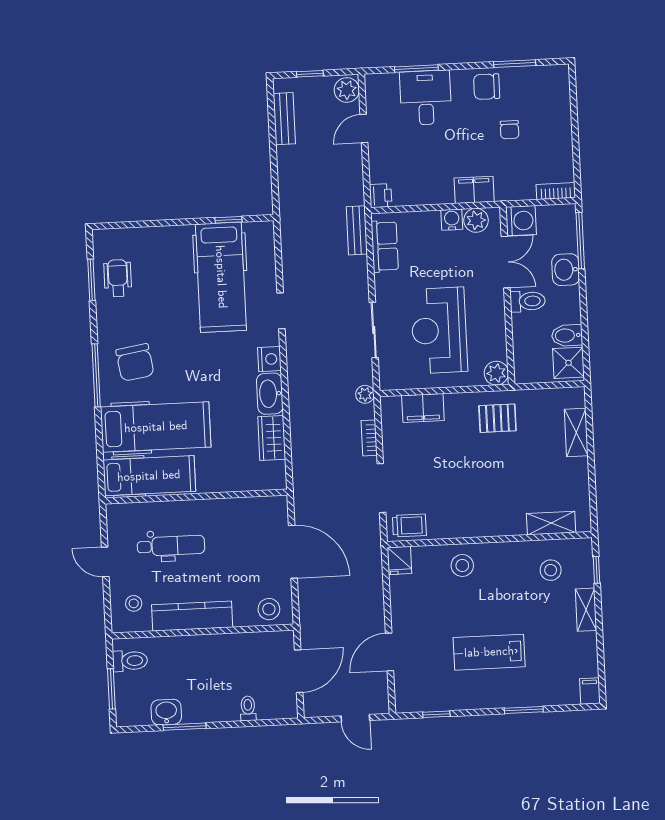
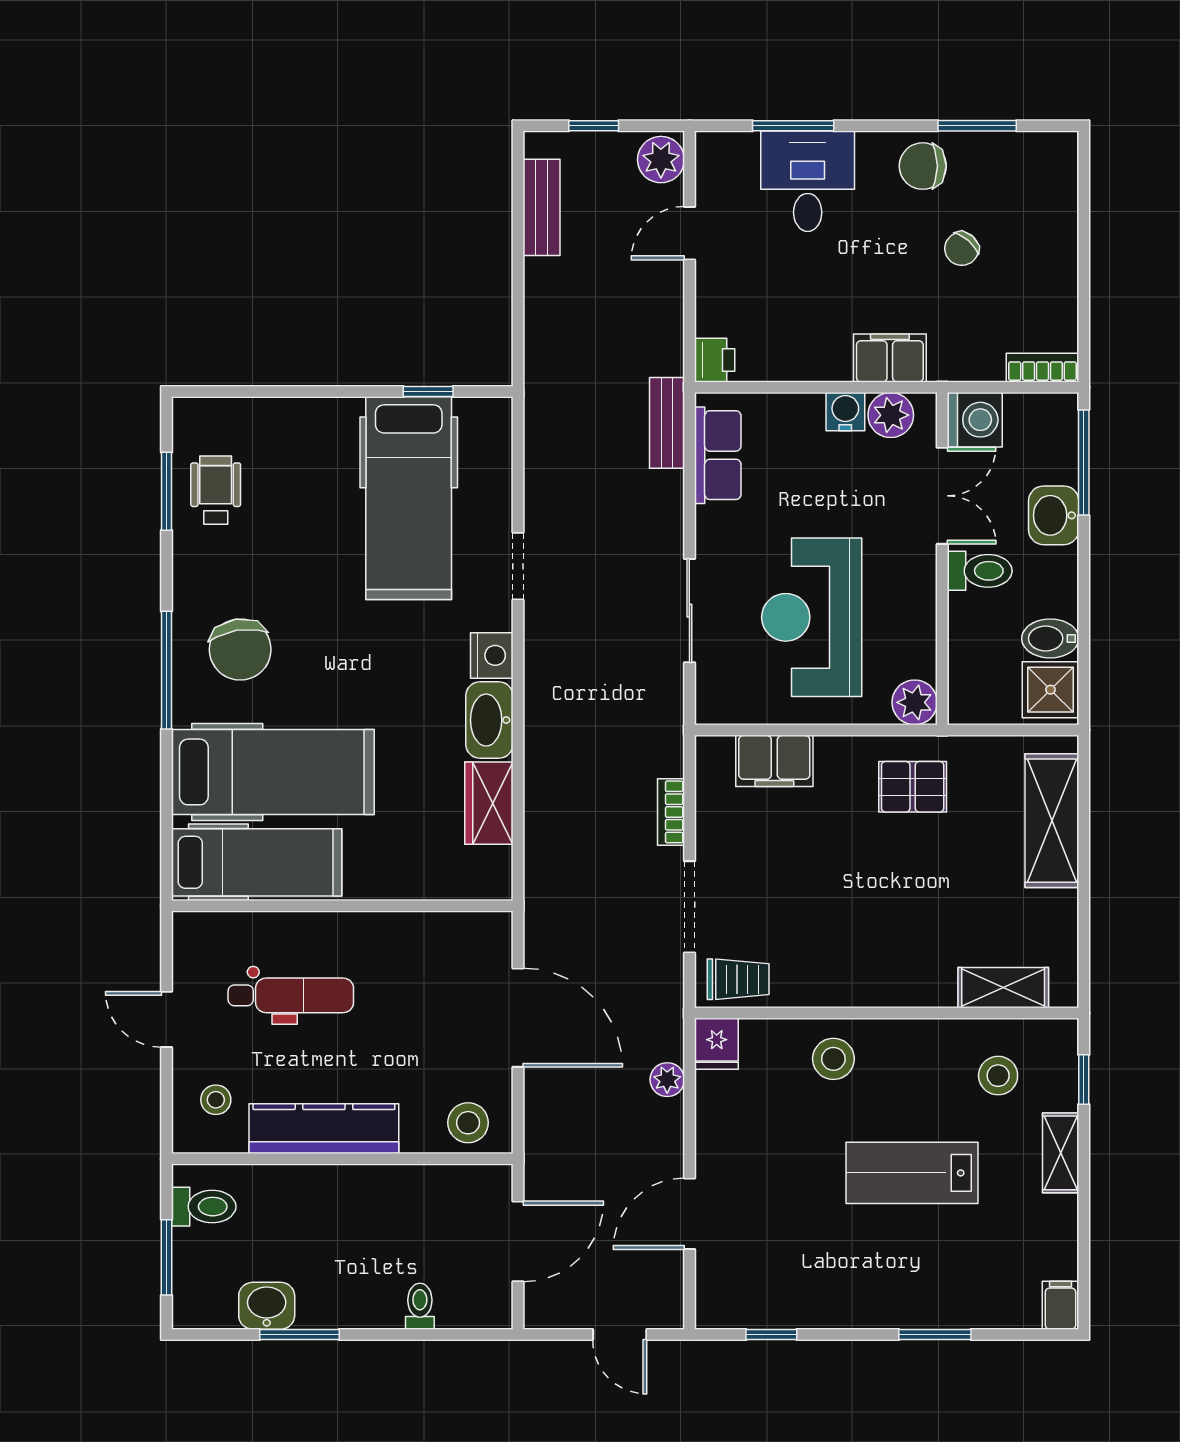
chair: (510, 130) -> (962, 249), turned 41
plant: (365, 394) -> (667, 1080), moved
shelving: (576, 432) -> (1052, 821), width x1.50, depth x1.33
lab bench: (489, 652) -> (912, 1173), moved

